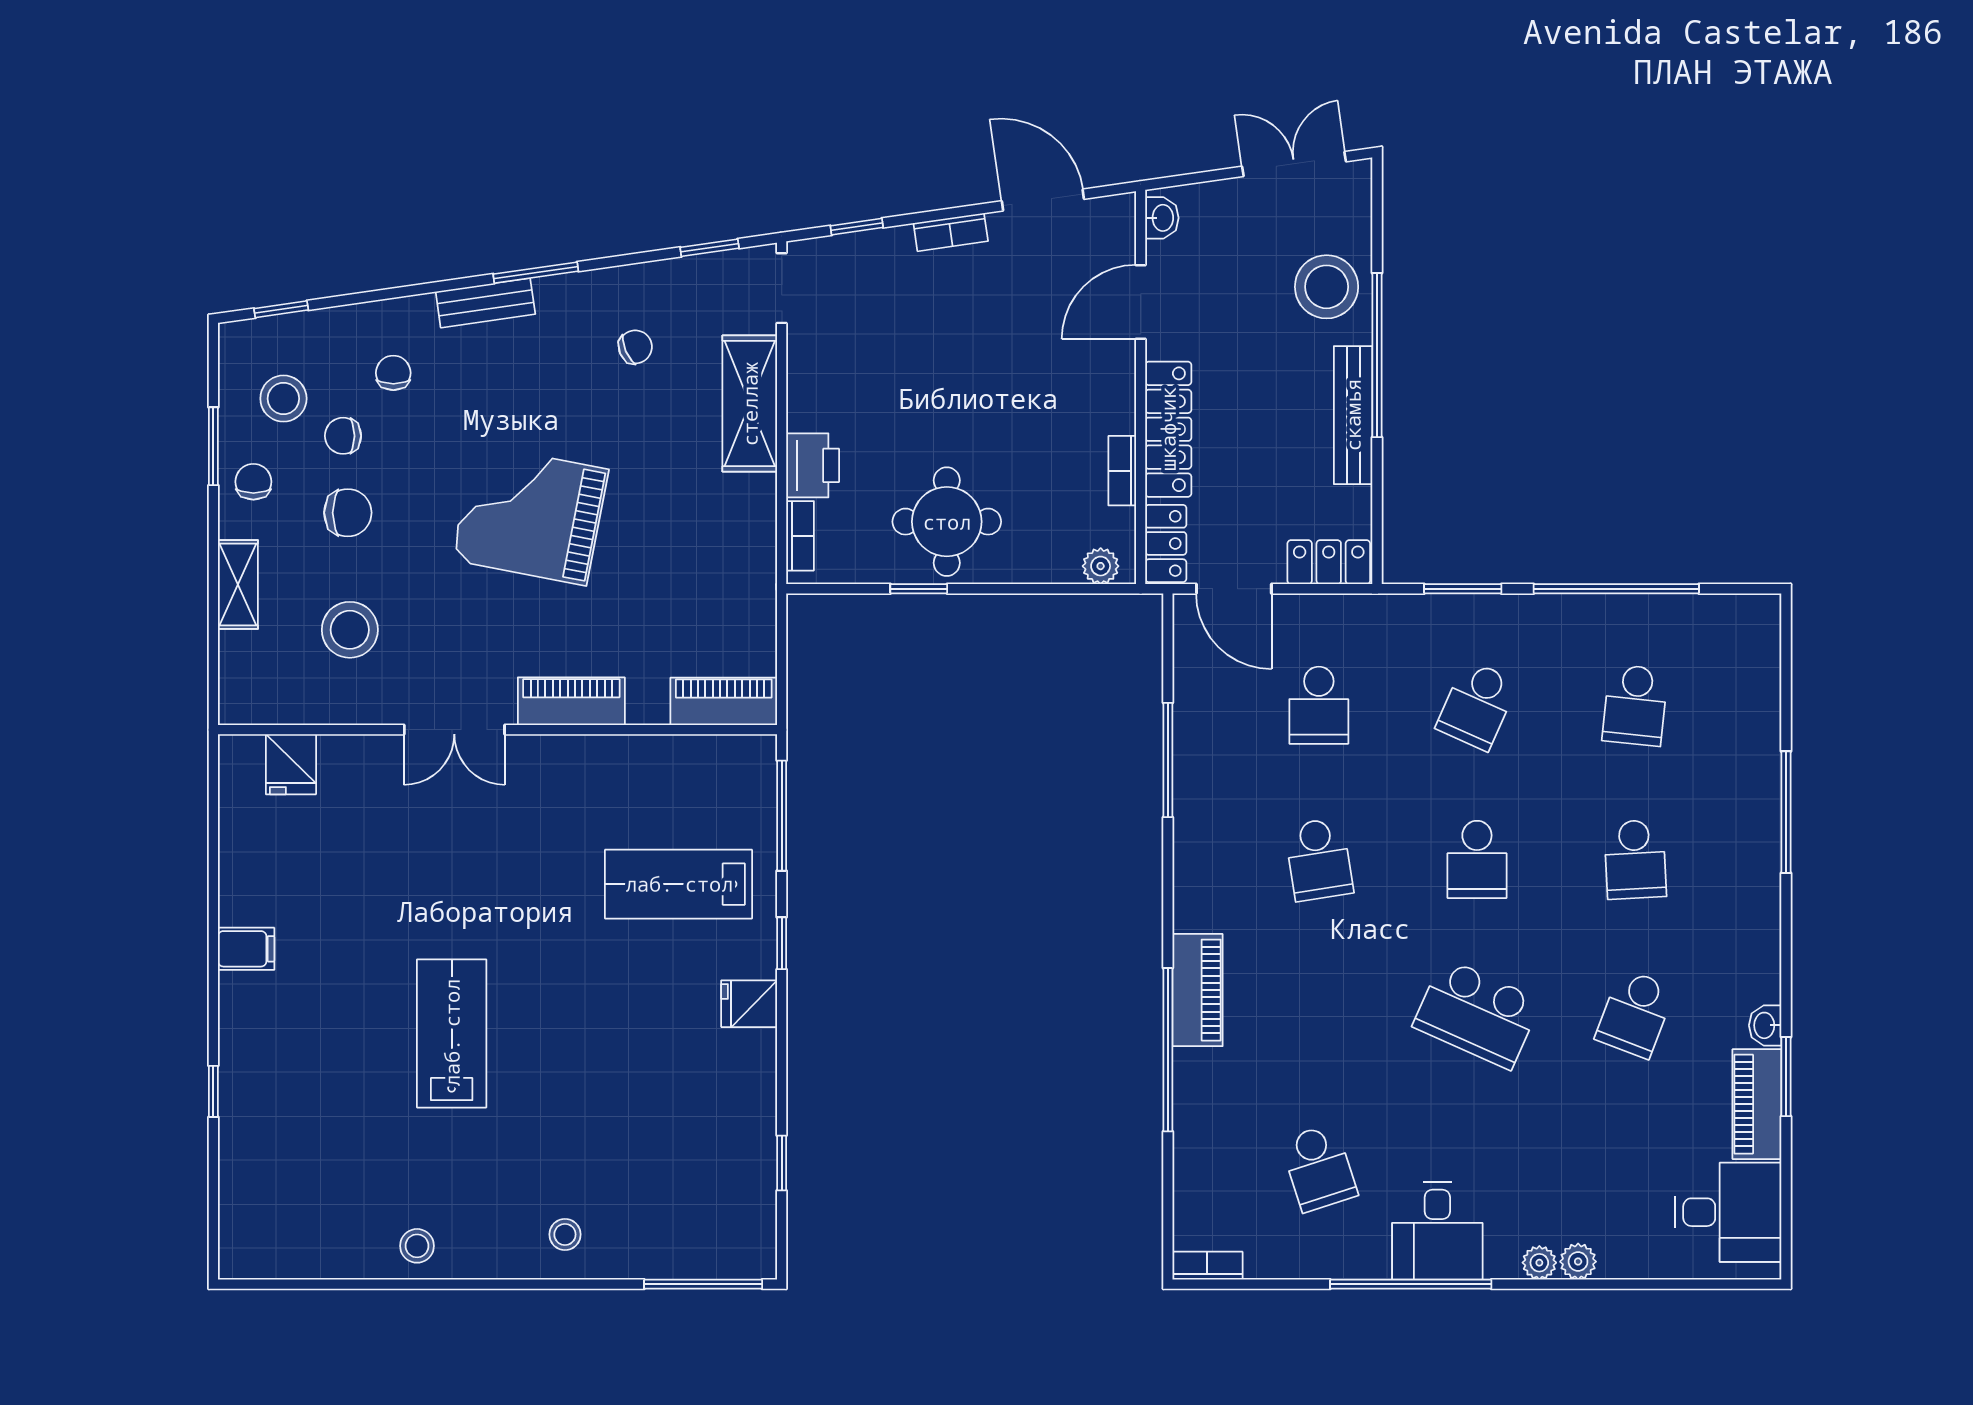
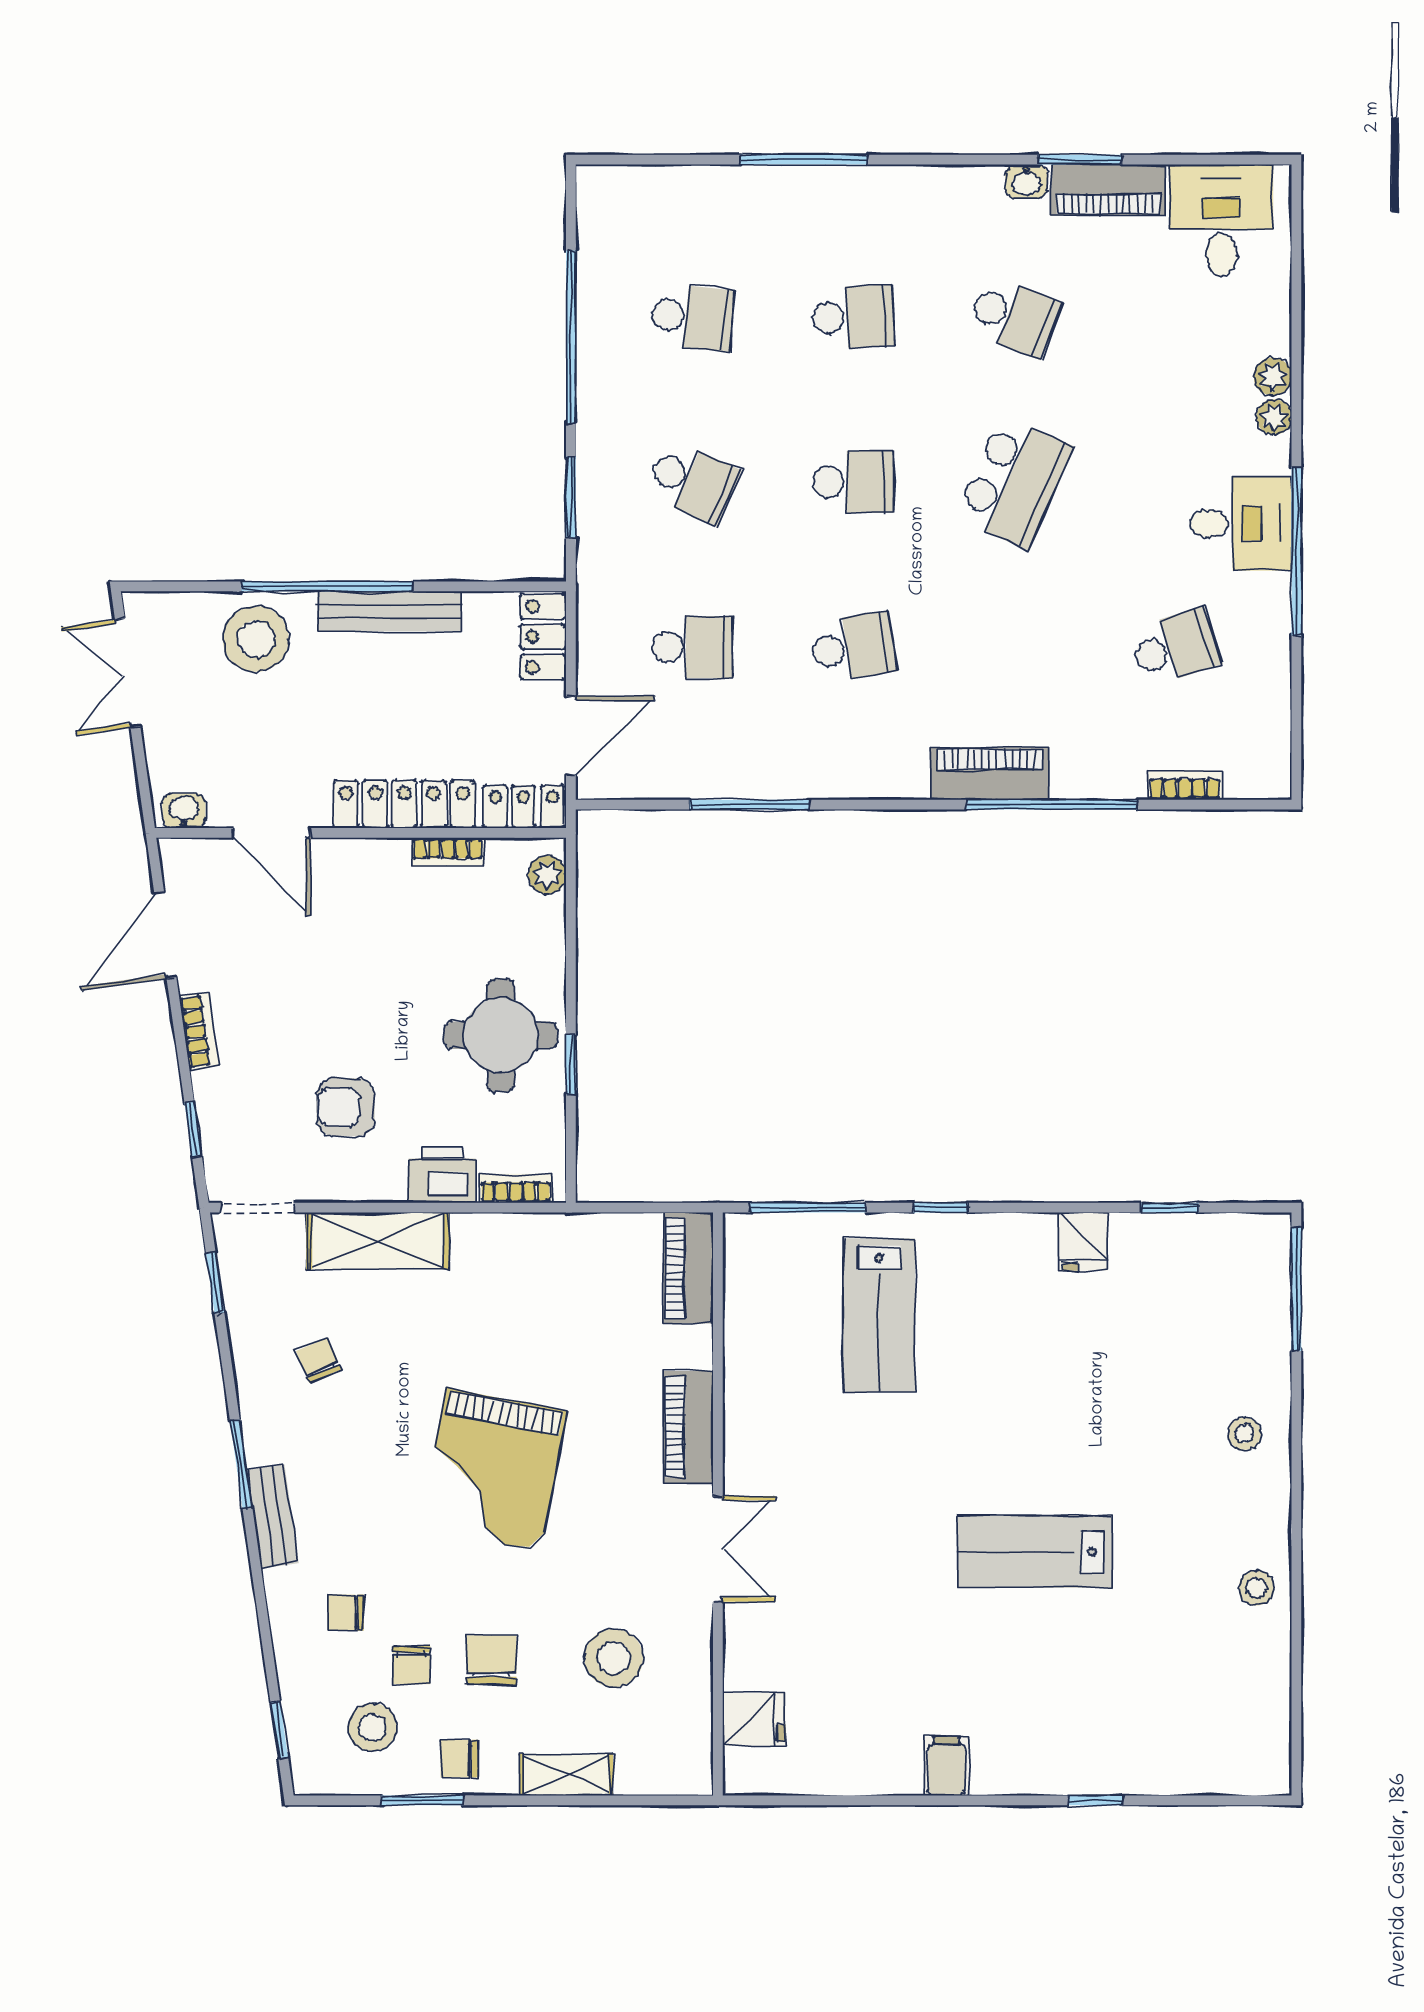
armchair: (878, 373) -> (346, 1107), added
fridge: (749, 1004) -> (1083, 1241), moved
bookcase: (1207, 1266) -> (1185, 785), moved, turned 90

